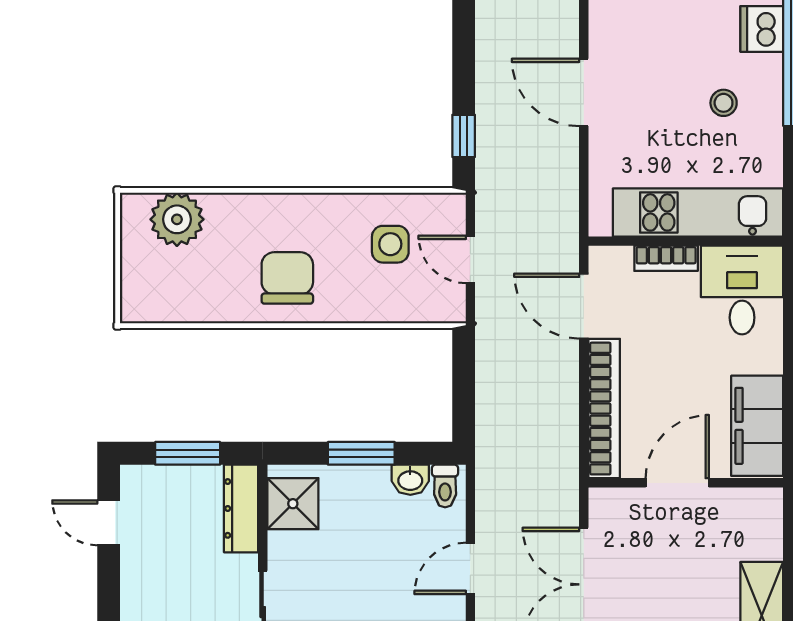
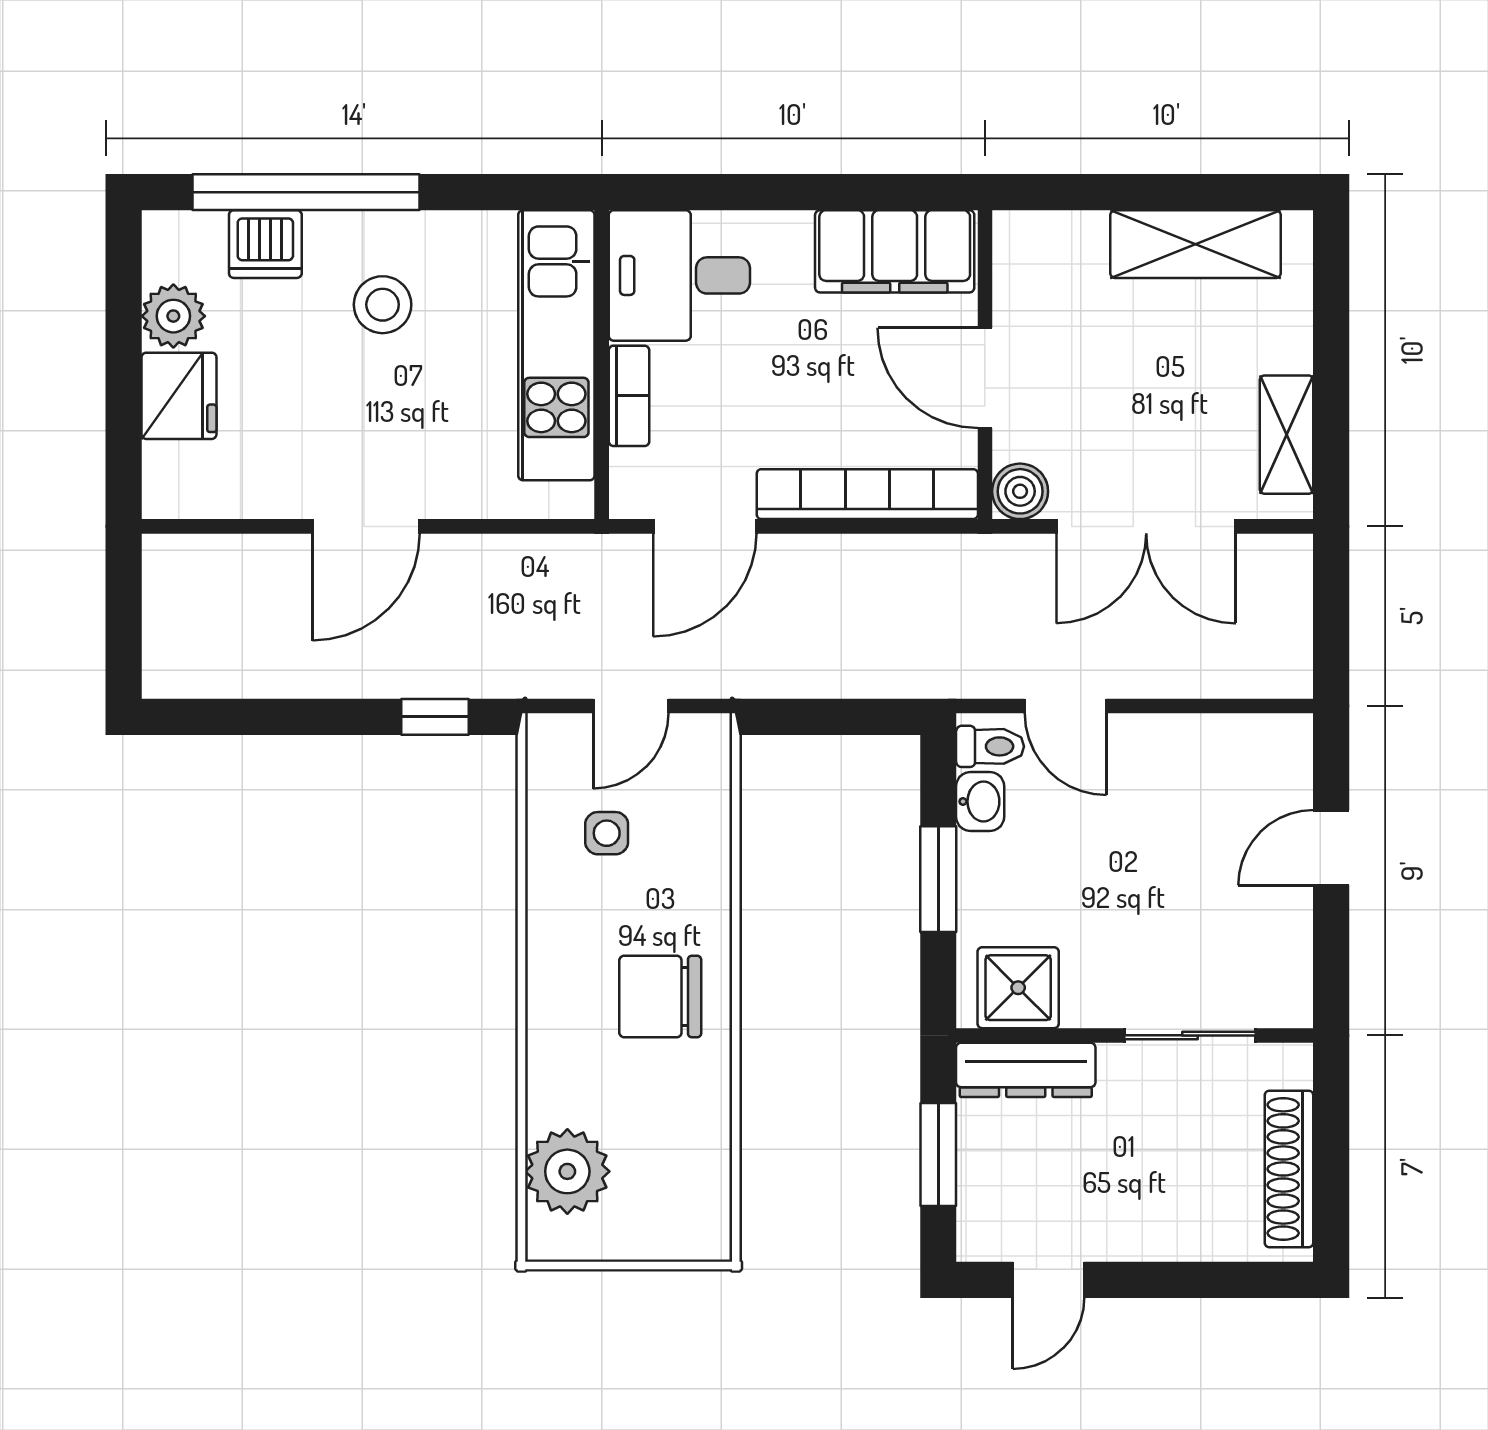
stool: (724, 103) -> (383, 305), width x1.37, depth x1.37
side table: (390, 244) -> (607, 833), width x0.73, depth x0.73
boiler: (606, 505) -> (1020, 491), added
door: (470, 568) -> (1066, 706), moved

